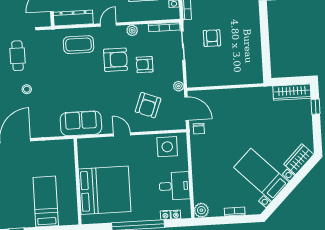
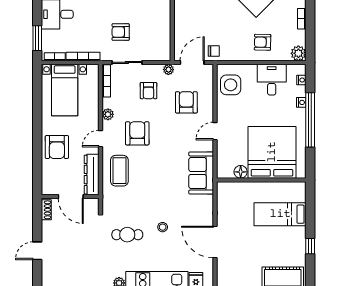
door: (108, 25) -> (100, 139), hinge flipped
armchair: (145, 65) -> (148, 91), moved
armchair: (148, 105) -> (186, 102), turned -111
floor lamp: (84, 161) -> (241, 172), added
armchair: (210, 175) -> (263, 42), added
nightstand: (165, 215) -> (301, 102), moved

